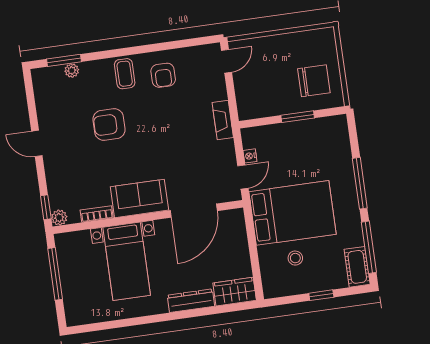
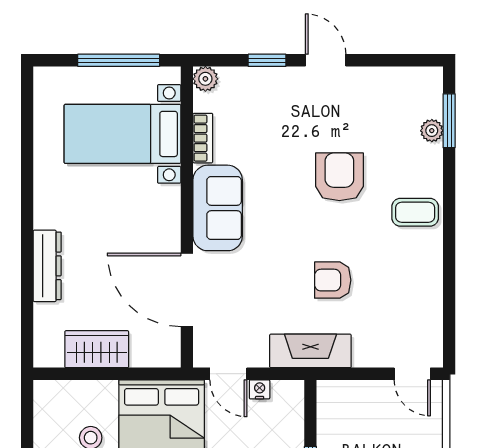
armchair: (163, 75) -> (333, 280), moved
fireplace: (223, 120) -> (310, 351), width x1.37, depth x1.32
door: (37, 143) -> (326, 60), hinge flipped
window: (46, 207) -> (267, 60), moved
bed with nightstands: (127, 261) -> (123, 134), moved
wardrobe: (235, 292) -> (97, 349), moved, turned -90

